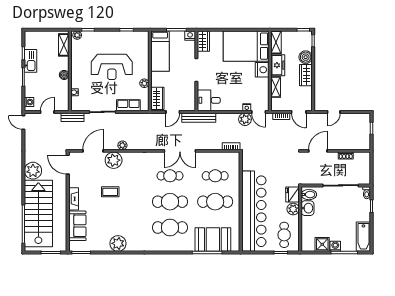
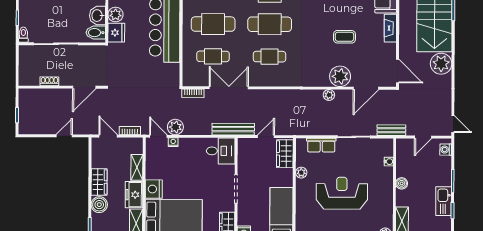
double door: (180, 151) -> (229, 88), moved

